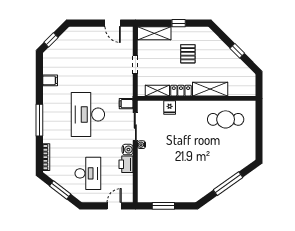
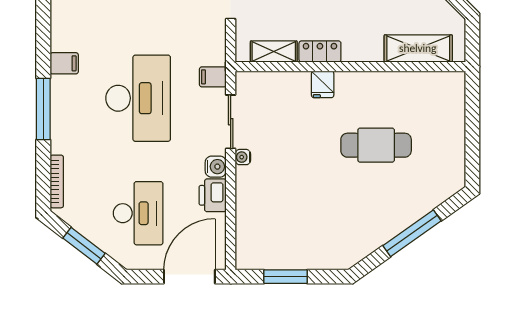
filing cabinet: (50, 80) -> (64, 63), moved
shelving: (210, 89) -> (418, 48), moved
fridge: (170, 107) -> (323, 84), moved
desk: (88, 115) -> (138, 98), turned 180
cafe table: (226, 119) -> (376, 145), moved
door: (114, 206) -> (189, 277), width x1.88

